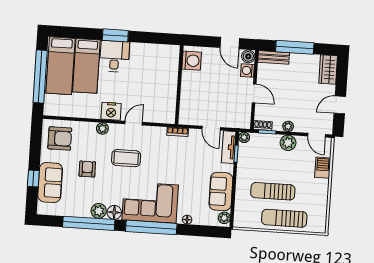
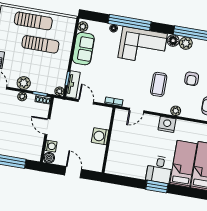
door: (230, 43) -> (73, 172), moved
bench: (274, 57) -> (28, 155), removed
washing machine: (192, 61) -> (100, 136), moved
door: (134, 123) -> (136, 110), moved
coffee table: (126, 158) -> (159, 84), turned 90
window: (151, 227) -> (130, 22), moved

